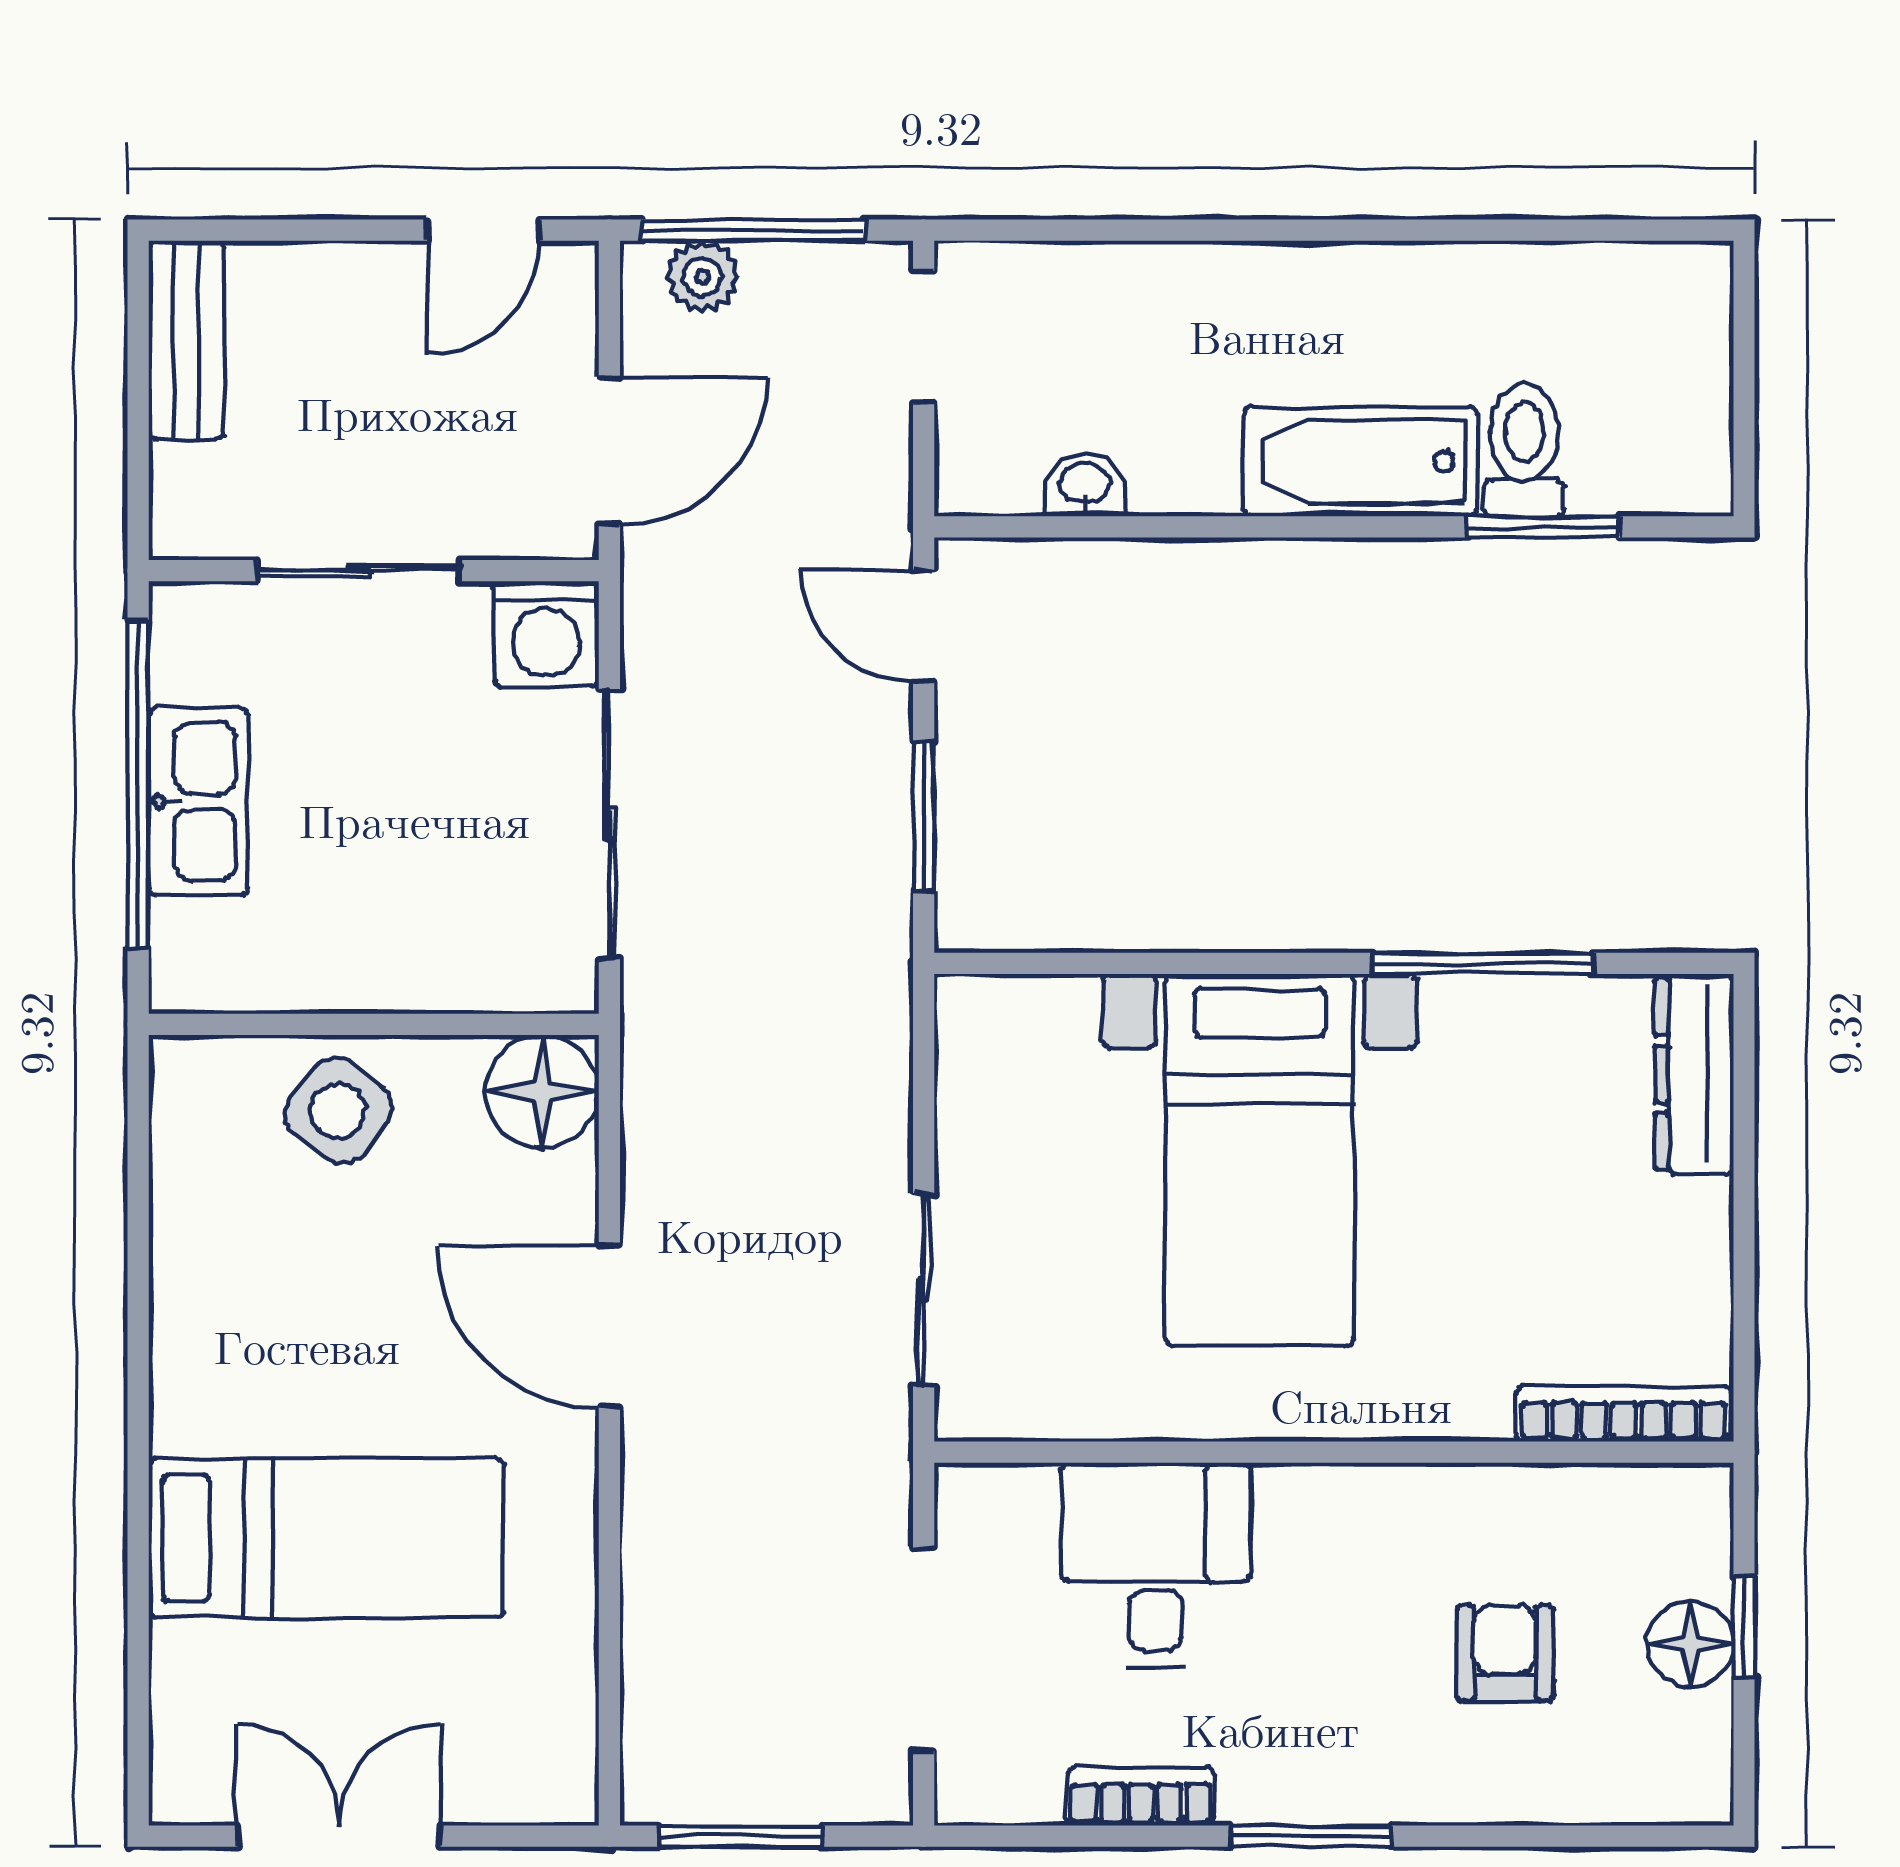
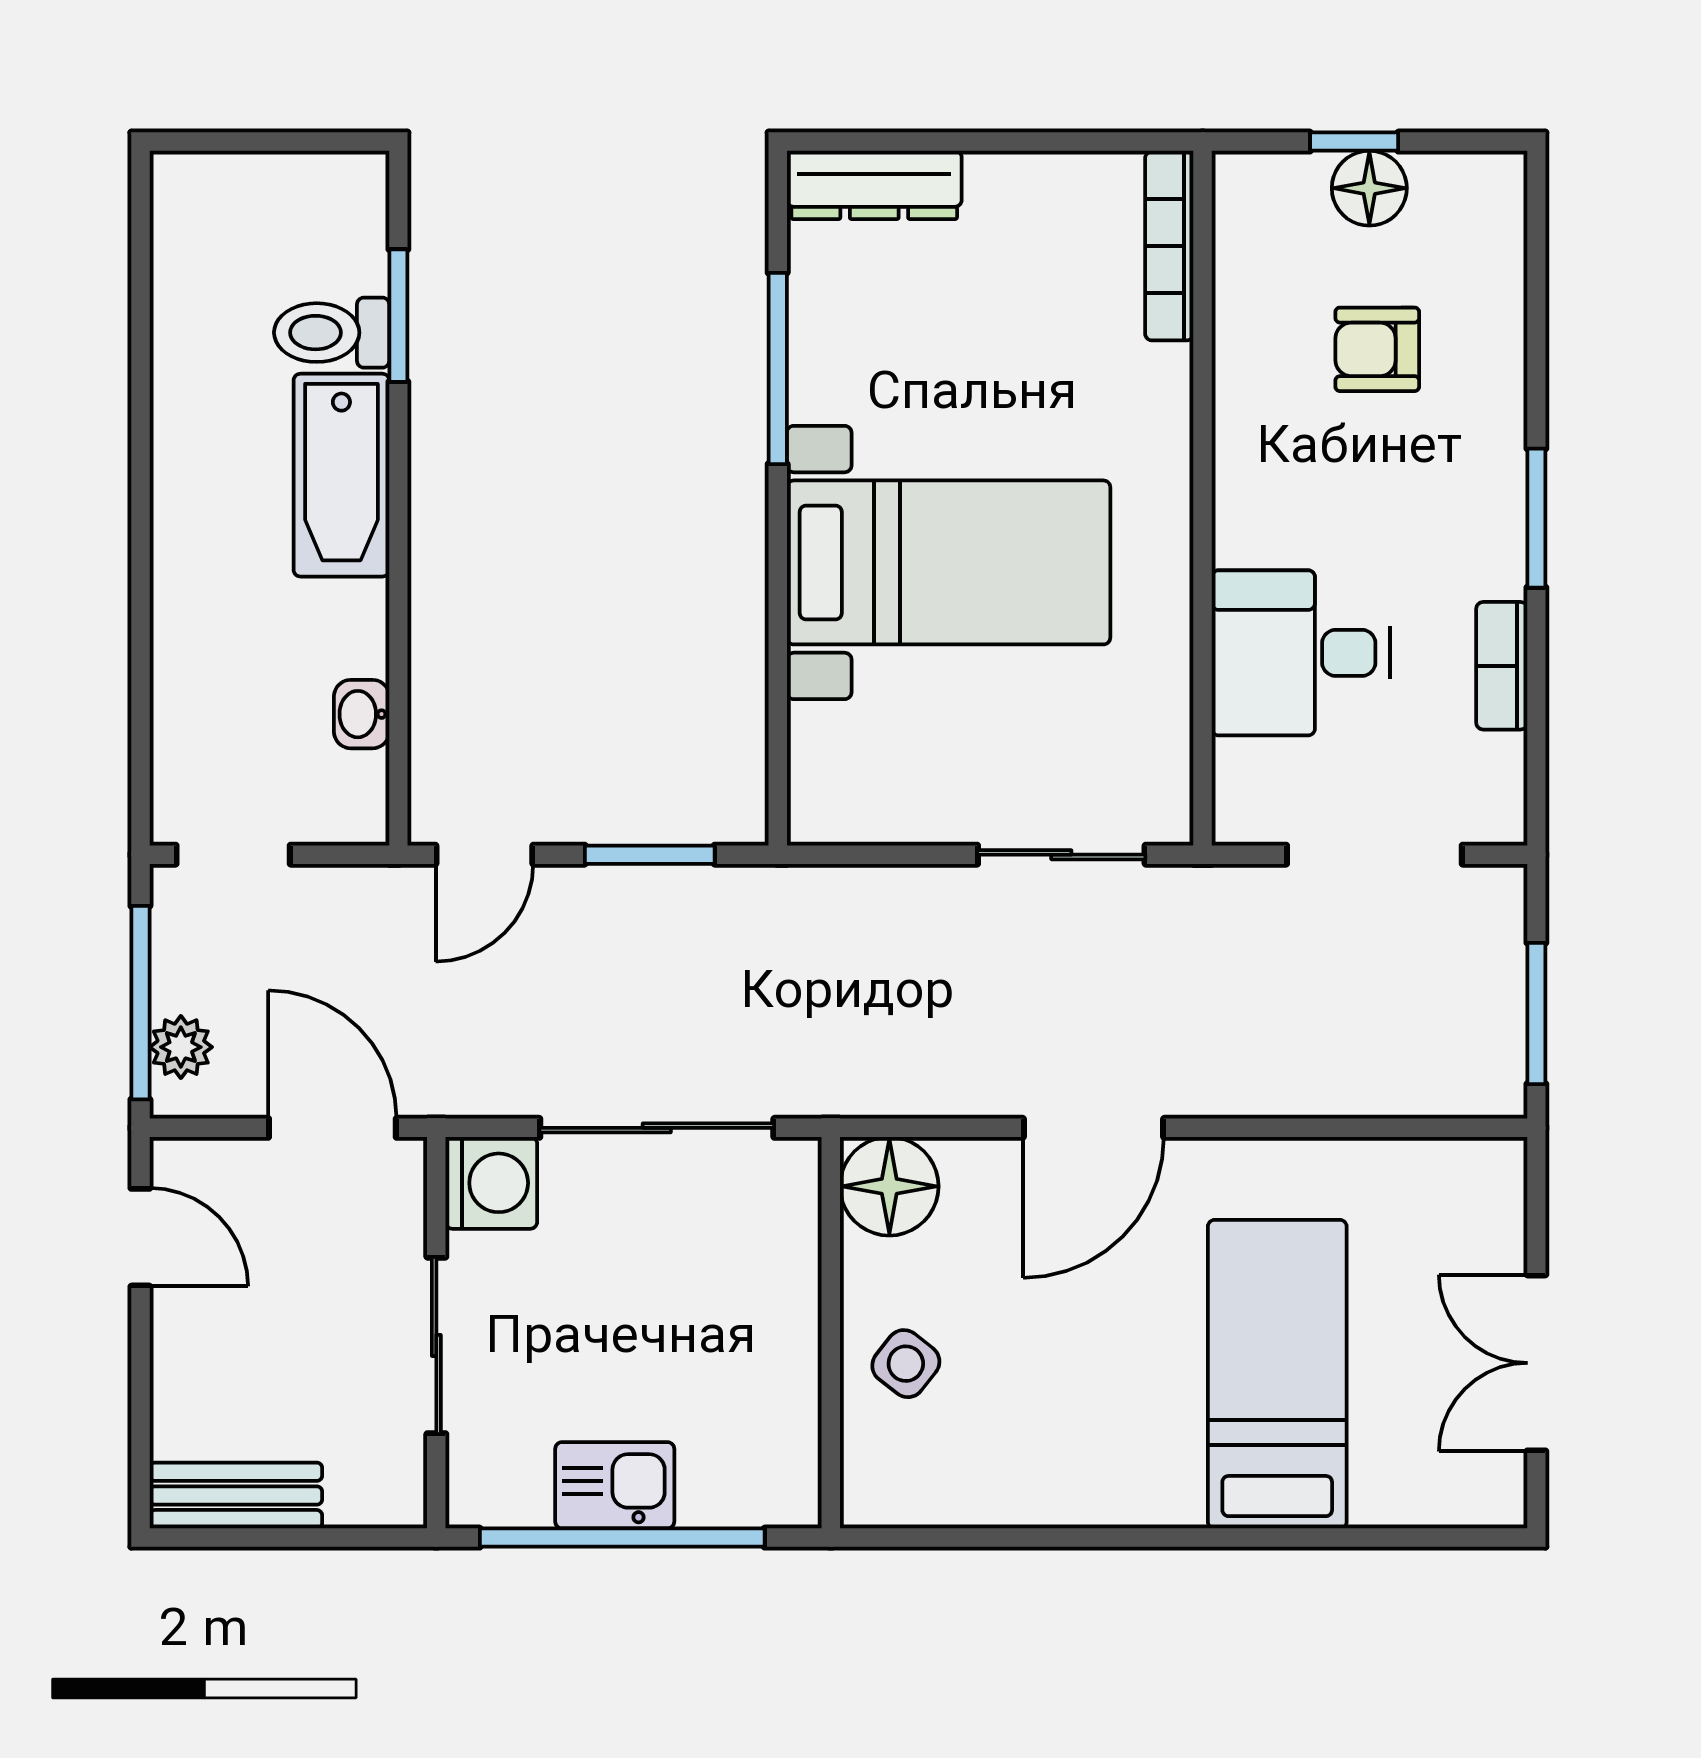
kitchen sink: (198, 802) -> (615, 1485), width x0.73
side table: (338, 1111) -> (906, 1364), width x0.73, depth x0.73

